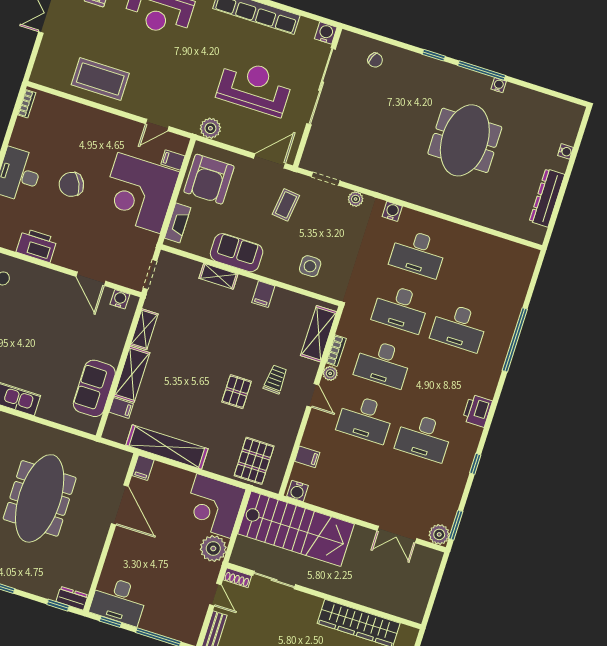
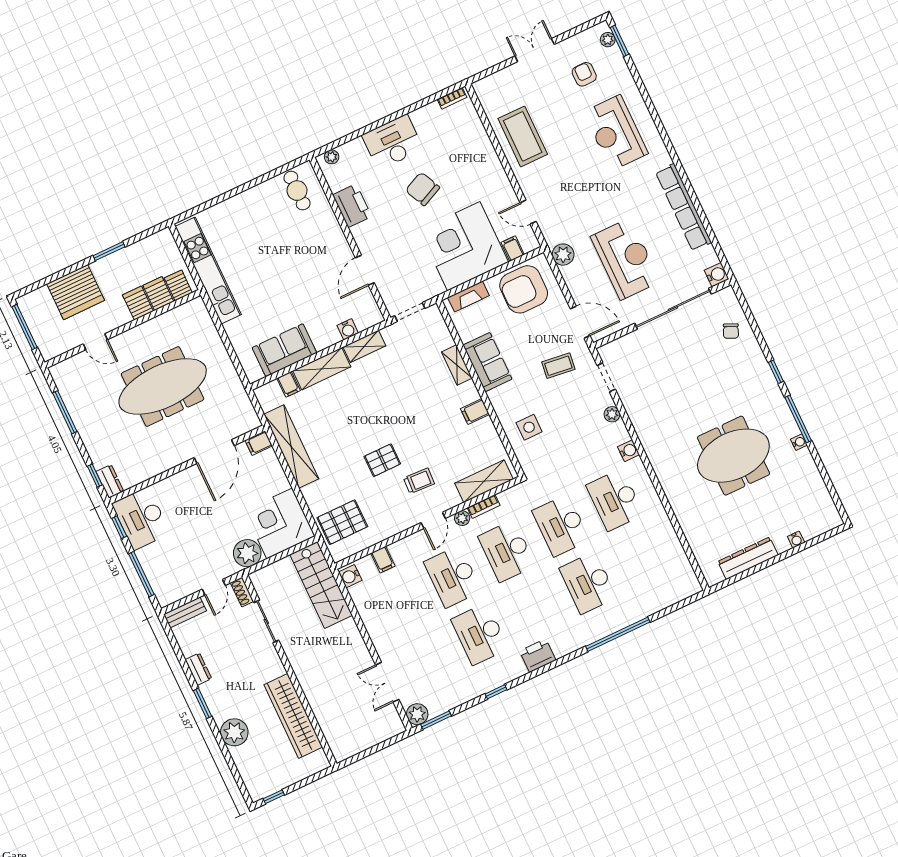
water cooler: (120, 299) -> (348, 329), moved, turned 90
stairs: (296, 529) -> (321, 585), width x0.73, depth x0.66

